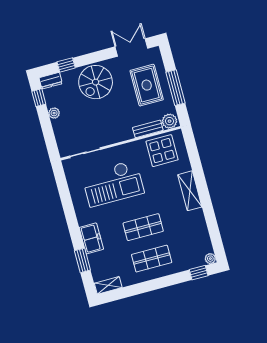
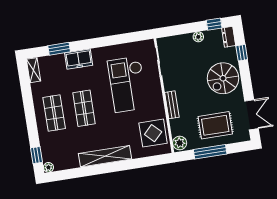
spiral stairs: (96, 82) -> (223, 78), turned -90
bench: (148, 129) -> (172, 105), moved
shelving: (190, 191) -> (105, 156), width x1.47

